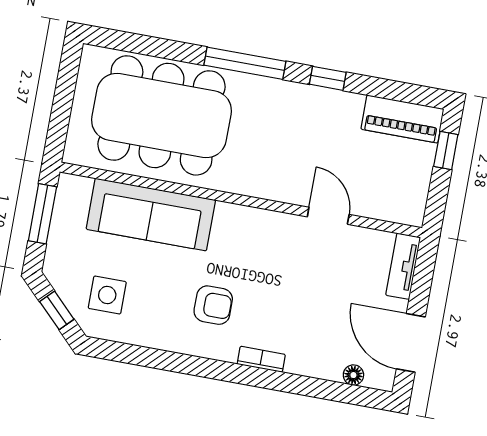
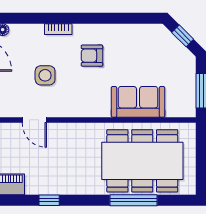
window: (245, 63) -> (133, 200), moved
sofa: (151, 215) -> (138, 102), width x0.73
side table: (107, 295) -> (45, 75), moved

